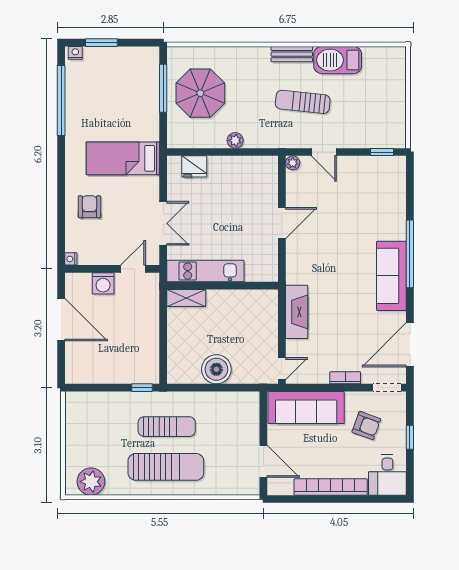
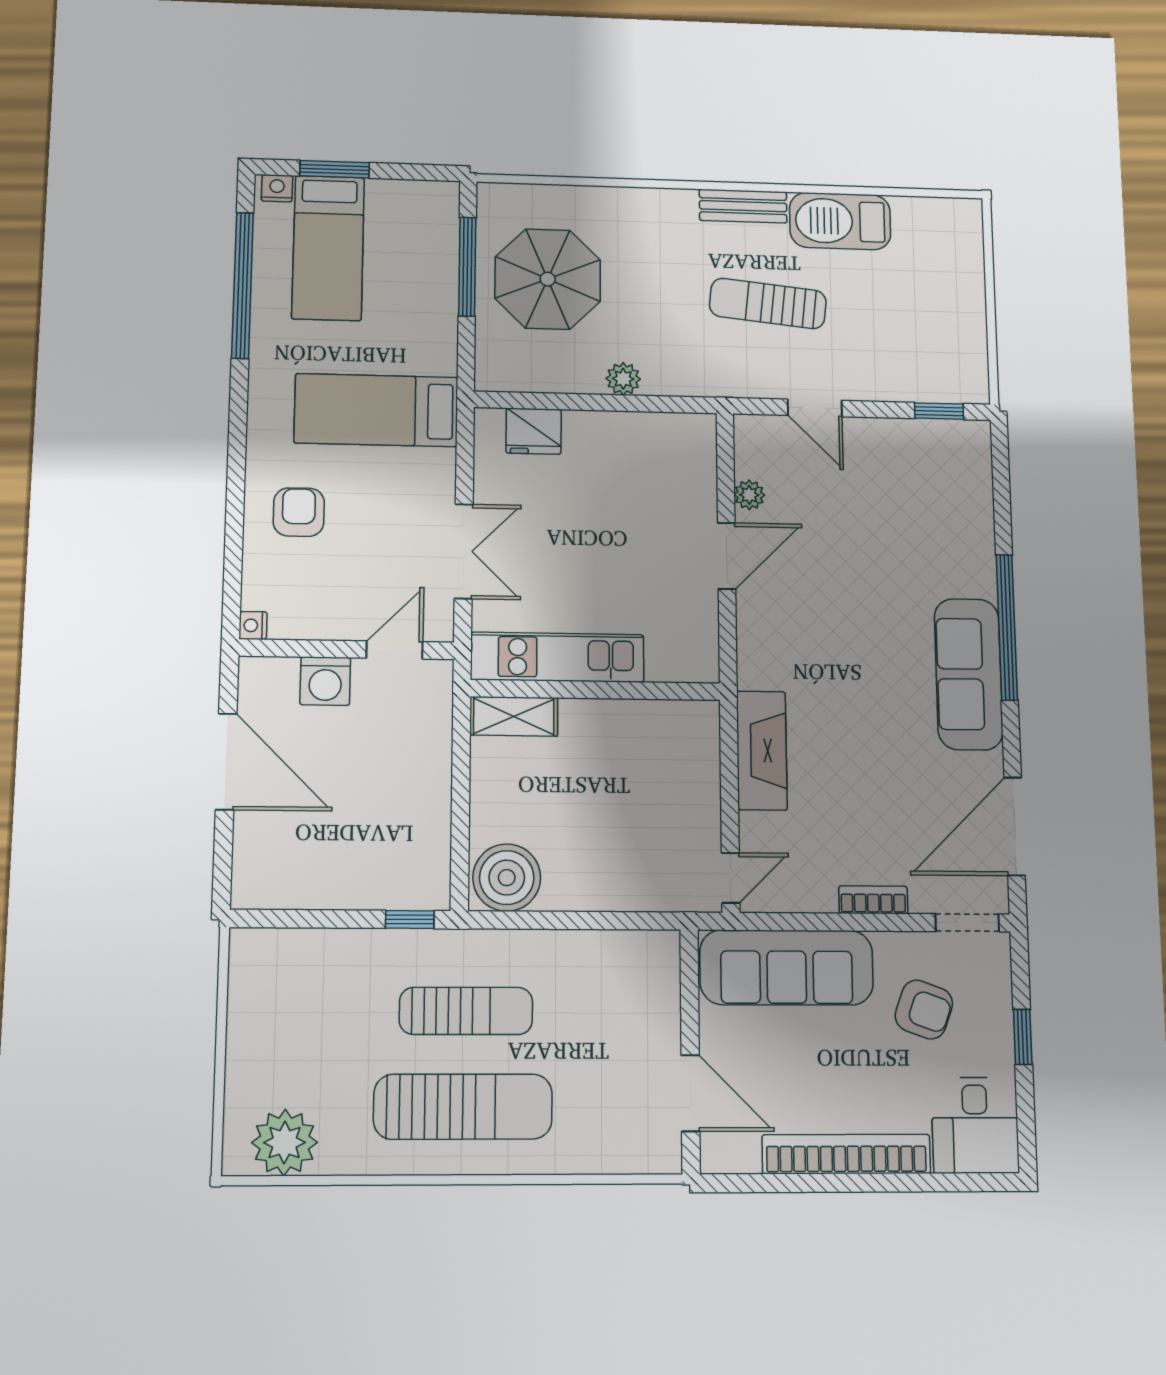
bed: (99, 81) -> (328, 248), added
plant: (293, 163) -> (749, 495), moved
boiler: (216, 369) -> (507, 878), moved

